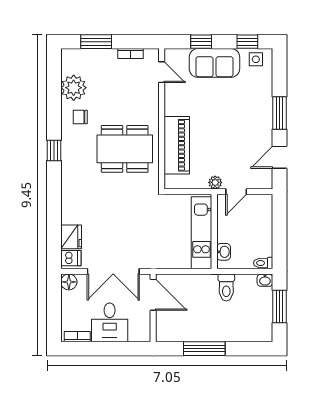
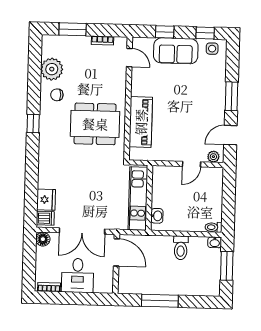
plant: (215, 182) -> (213, 157), moved
wall: (214, 232) -> (149, 198), moved
kitchen unit: (201, 233) -> (138, 199), moved
washbasin: (224, 252) -> (157, 216), moved

